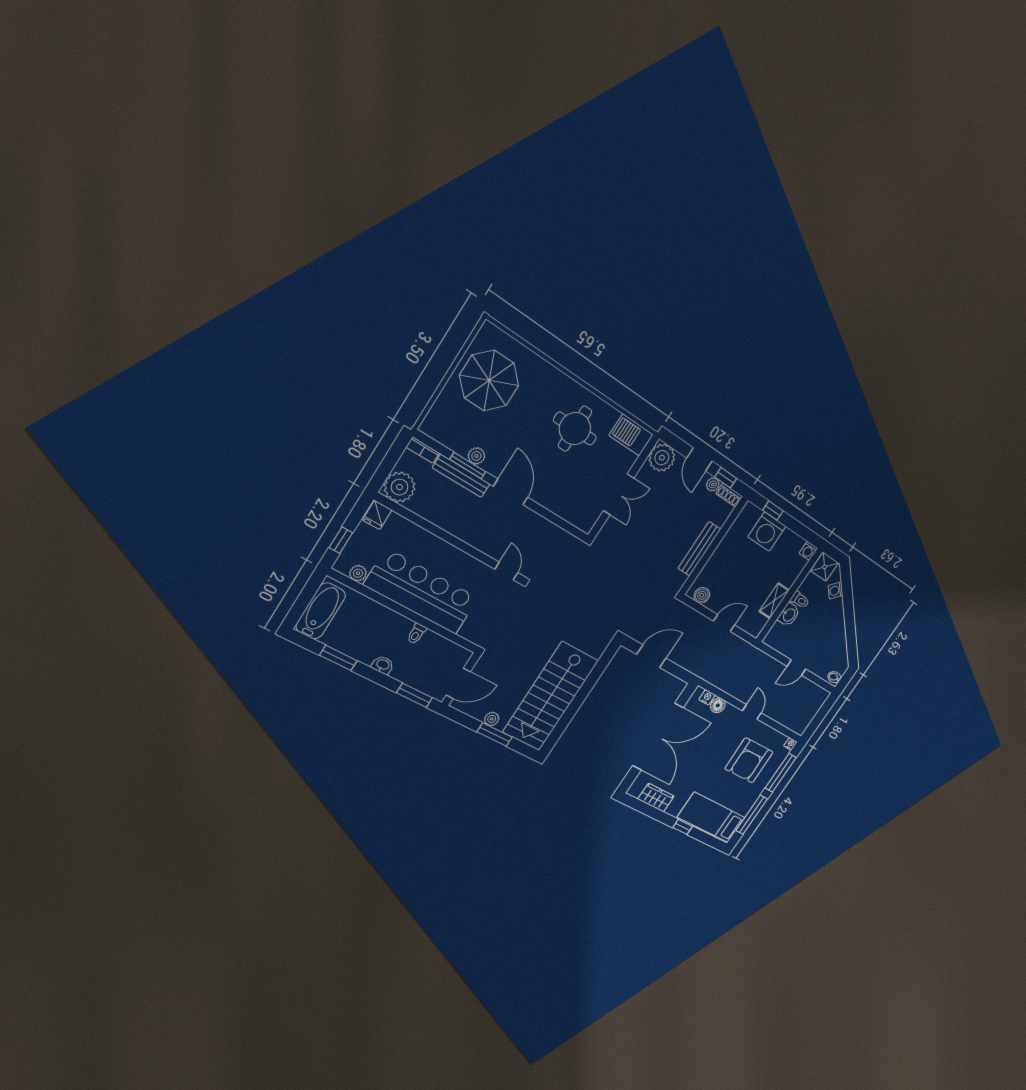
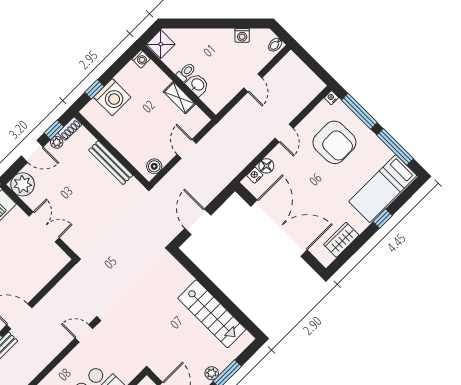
washing machine: (835, 590) -> (242, 35), moved
stairs: (551, 696) -> (212, 314), width x0.73, depth x0.66
door: (752, 712) -> (284, 133), swing flipped

